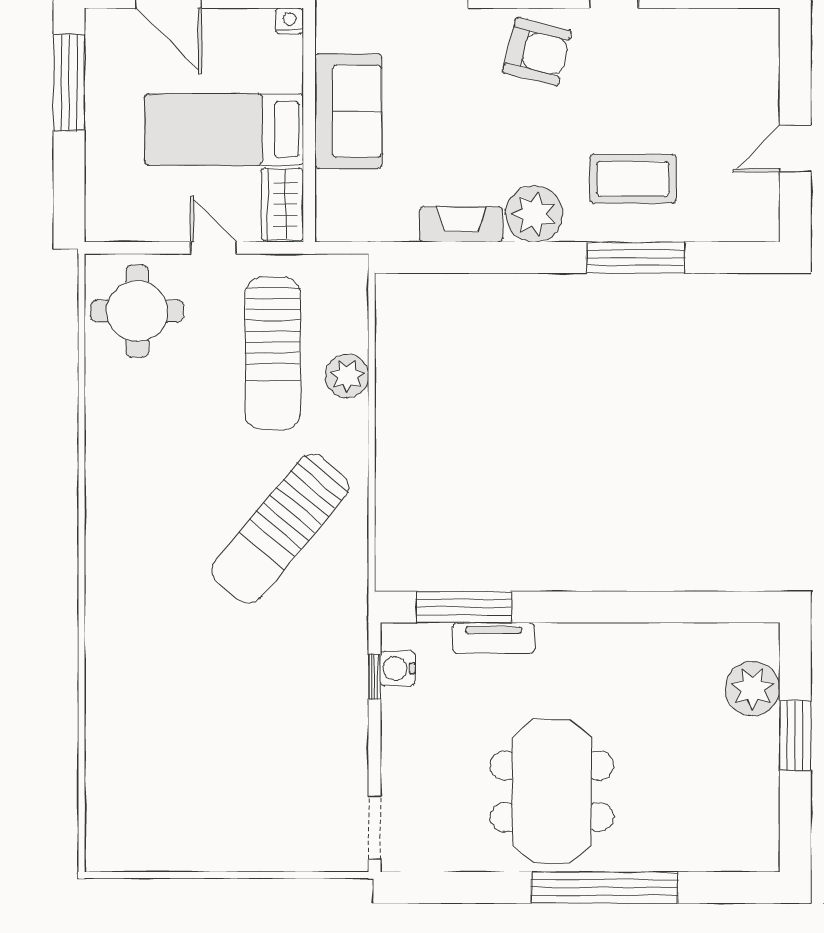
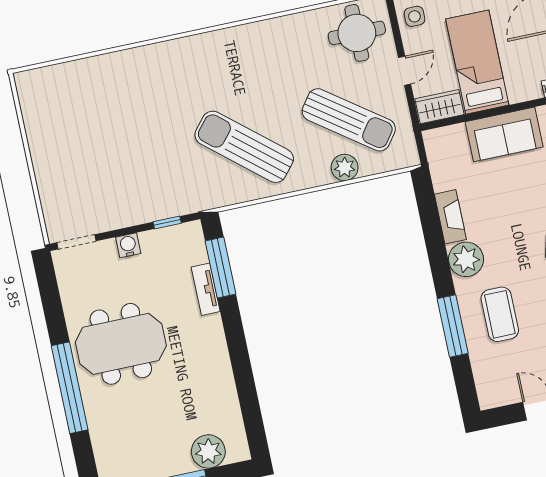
side table: (130, 214) -> (414, 16), added
sun lounger: (273, 353) -> (349, 120), turned -144
water cooler: (398, 668) -> (128, 245), moved

